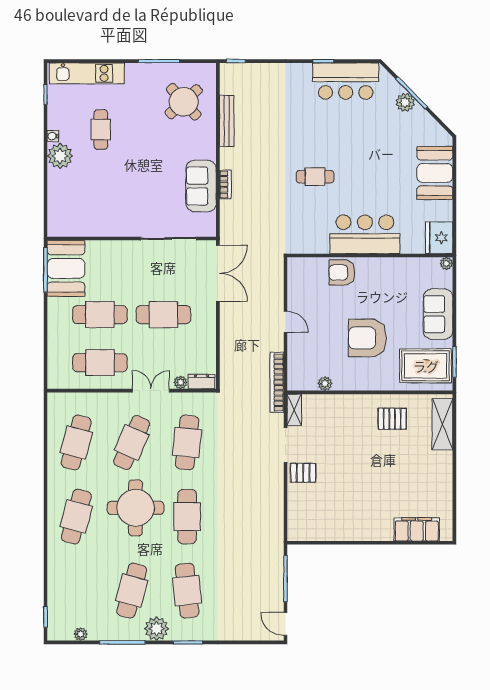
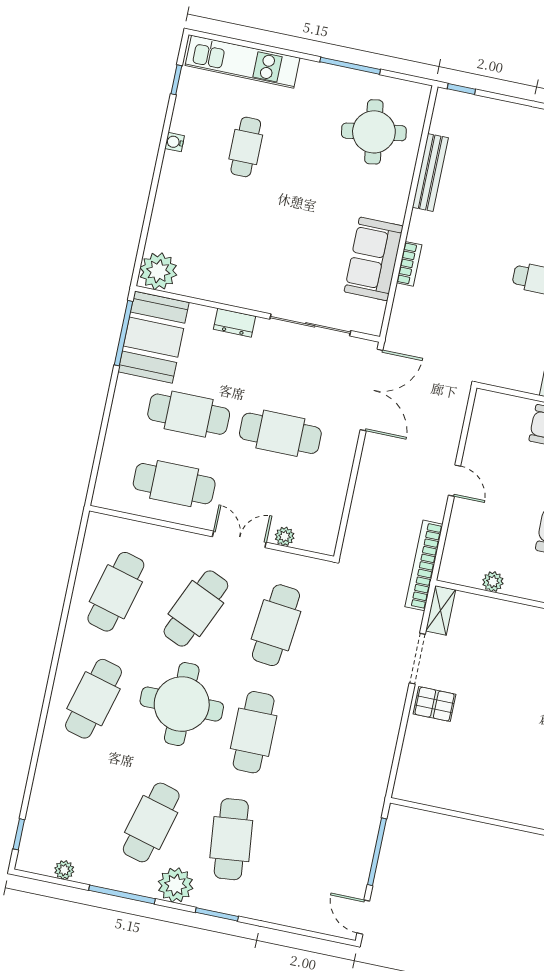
round table: (184, 102) -> (374, 132), turned 33
plant: (60, 156) -> (158, 271), moved
dresser: (202, 382) -> (234, 323), moved, turned 180

